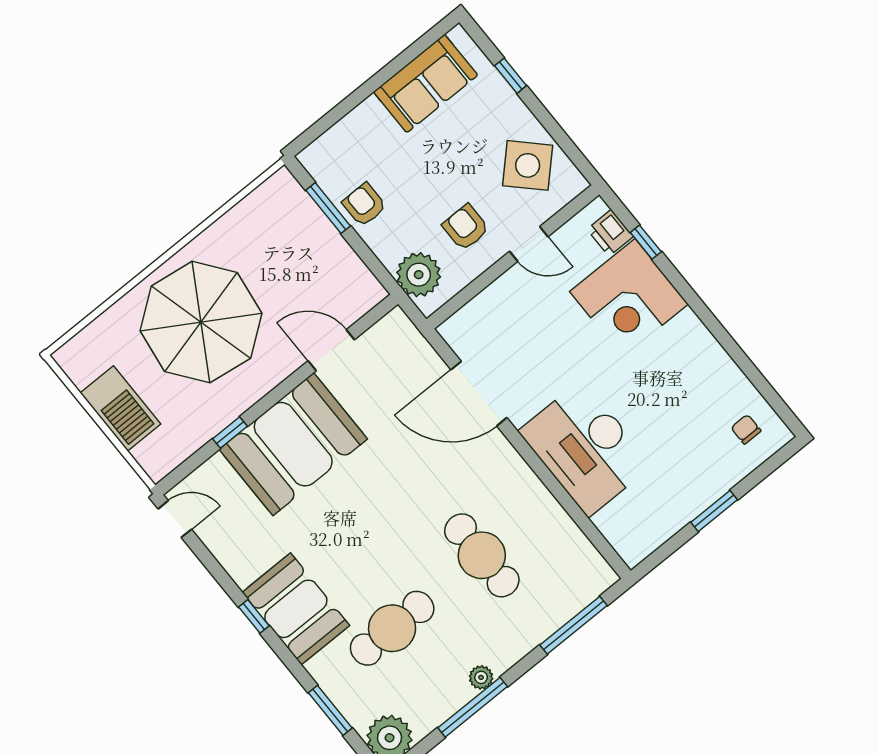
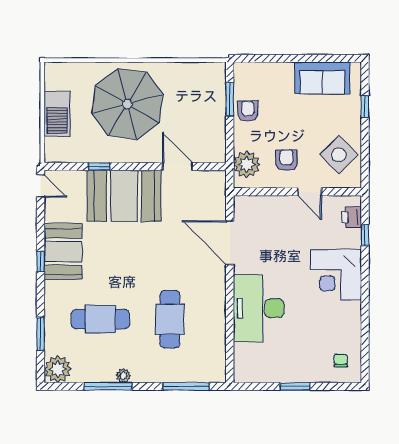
corner desk: (629, 298) -> (336, 275), moved
booth: (296, 609) -> (63, 252), moved

